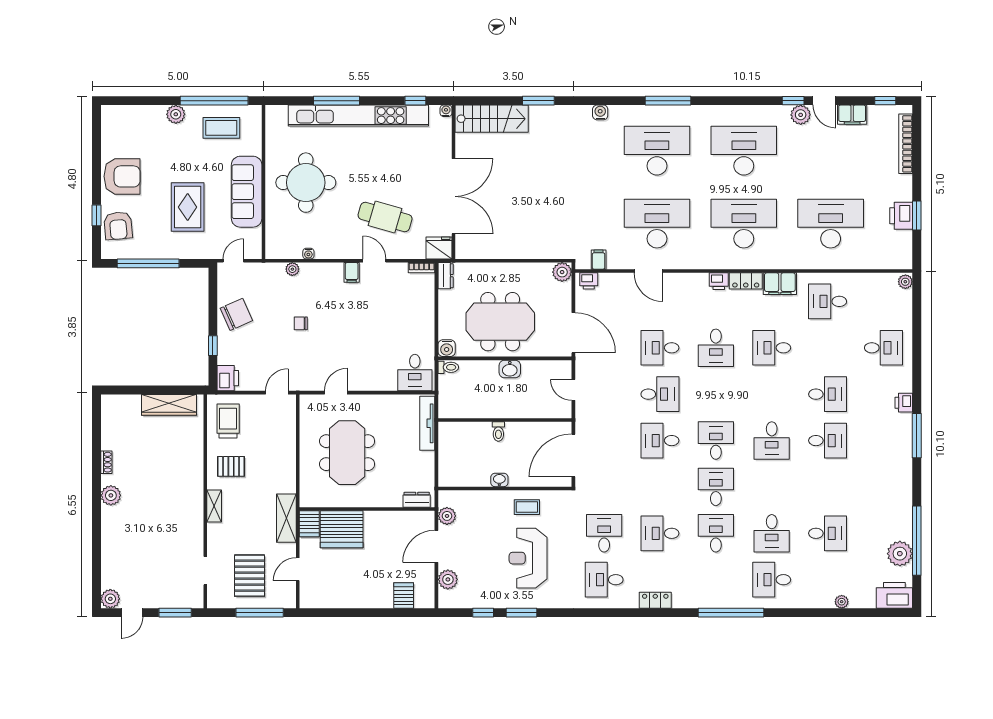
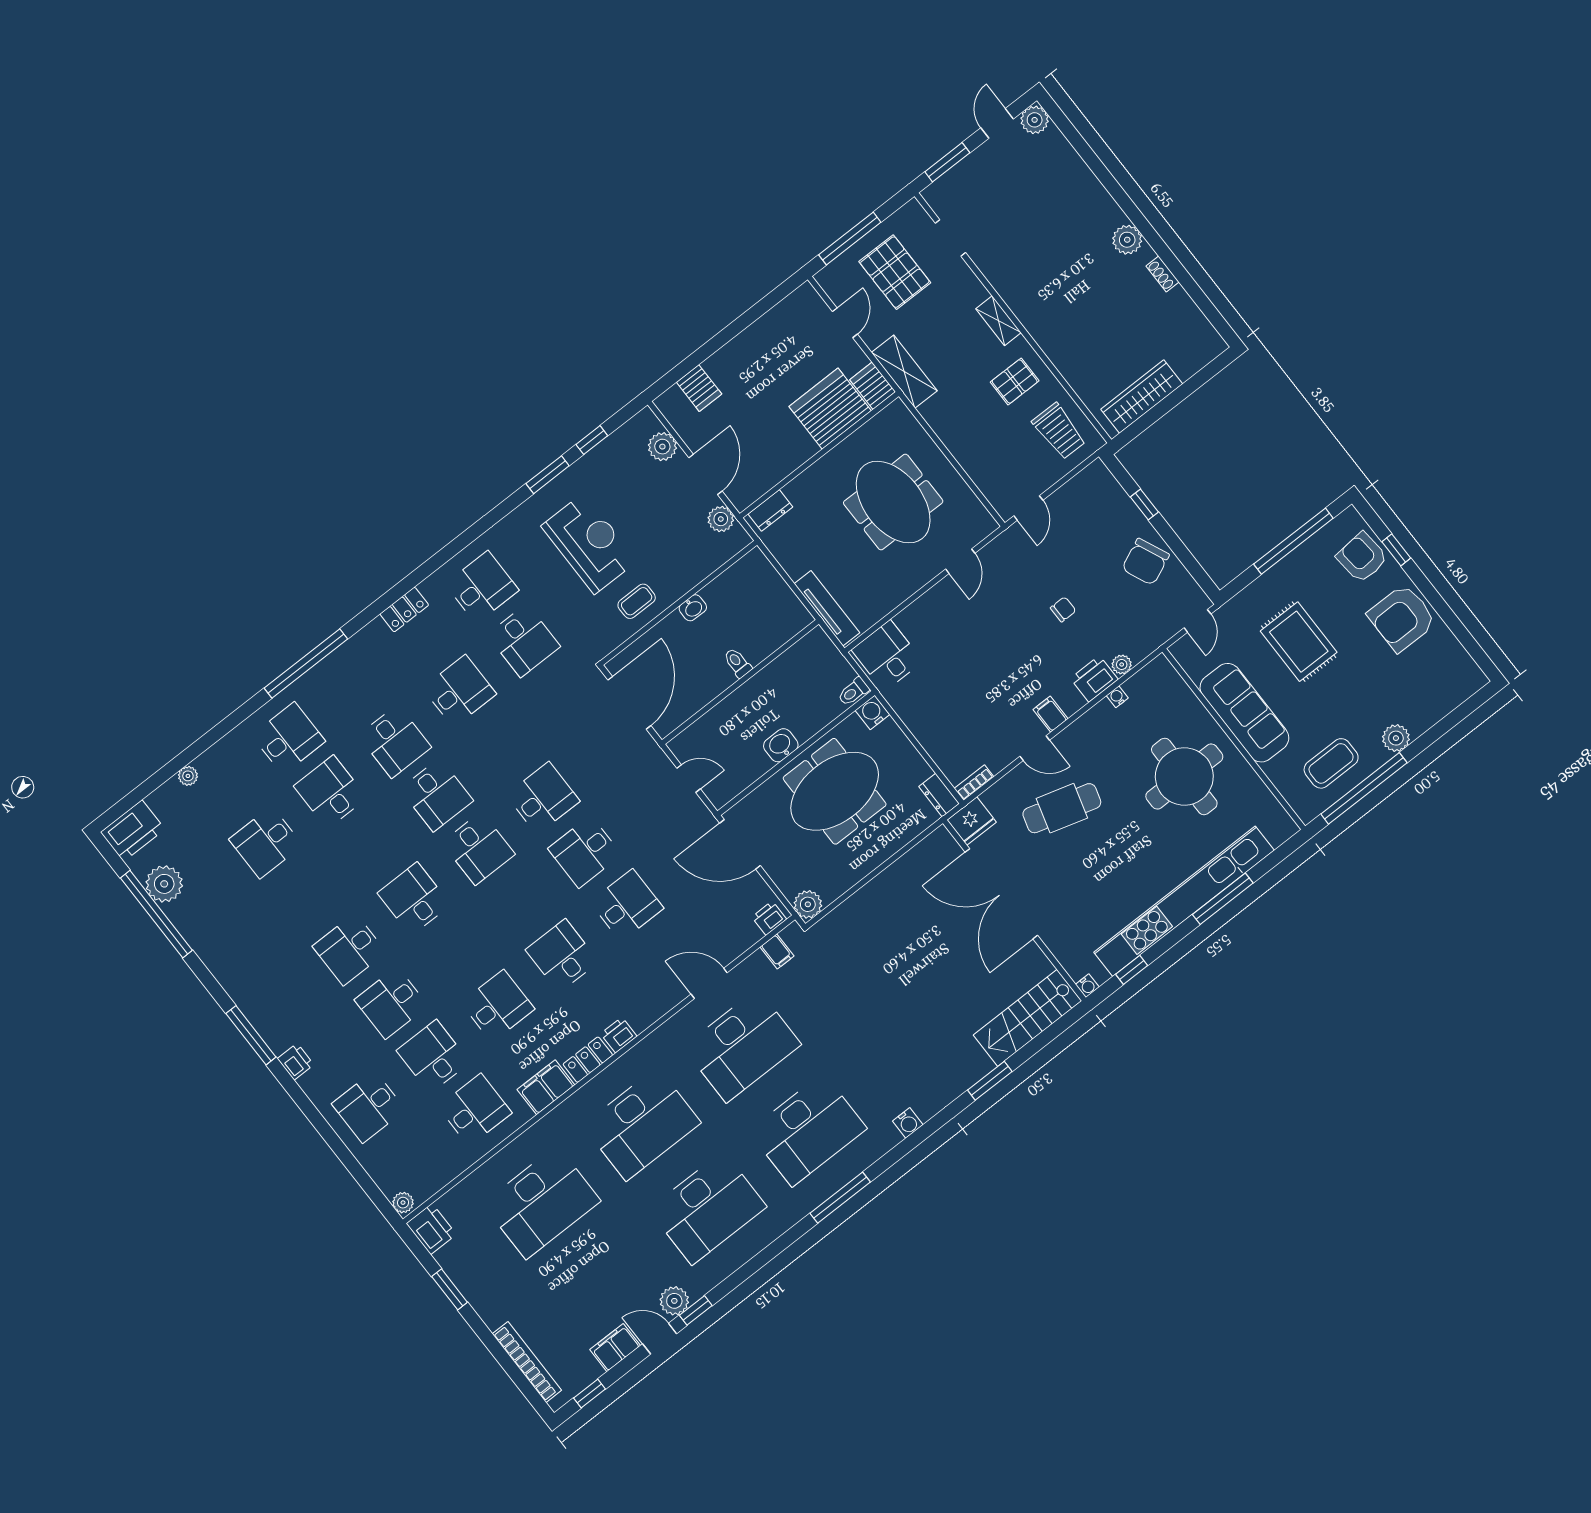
printer: (901, 216) -> (431, 1229), moved
desk: (828, 348) -> (433, 1056), added
printer: (228, 378) -> (1094, 679), moved, turned 90

